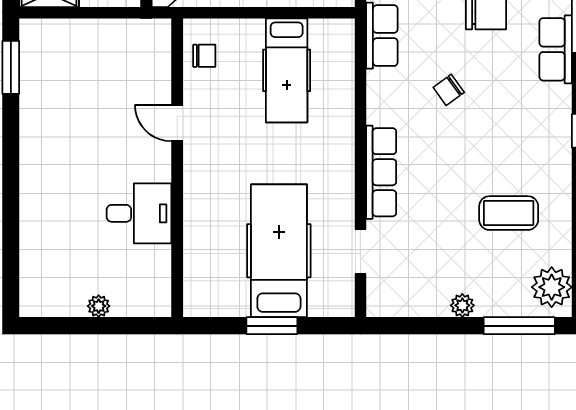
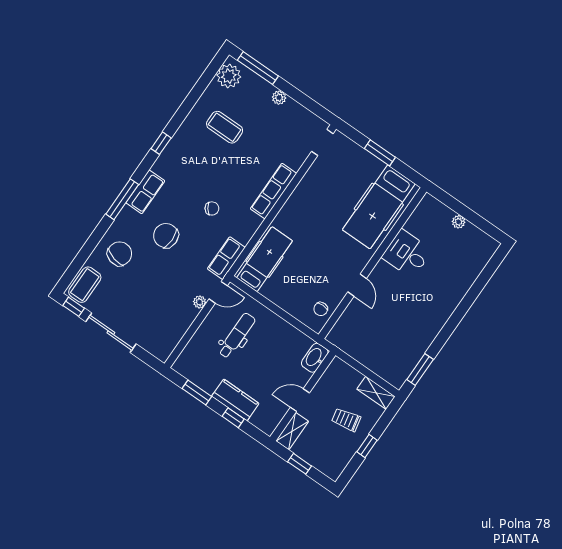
chair: (204, 56) -> (321, 309), turned -90
hospital bed: (287, 70) -> (264, 259), moved
hospital bed: (279, 251) -> (379, 207), moved
doorway: (360, 252) -> (322, 142), moved

